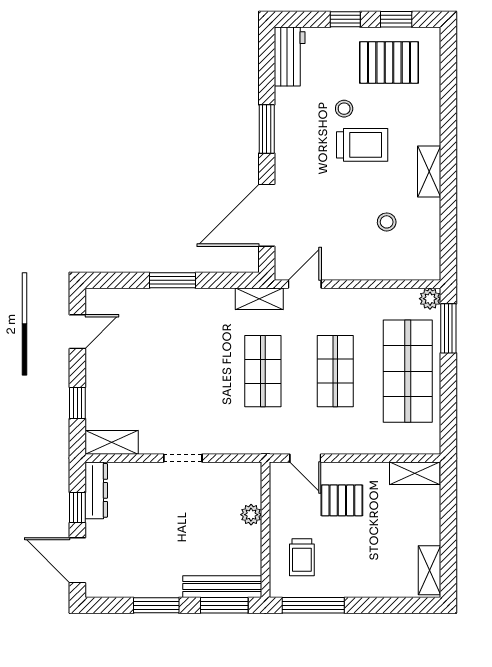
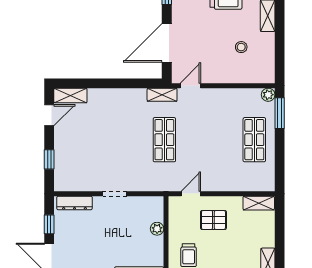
window: (172, 280) -> (108, 83), removed
shop shelf: (335, 371) -> (209, 140), removed
shop shelf: (408, 371) -> (254, 140), width x0.70, depth x0.74
shelving: (112, 442) -> (70, 95), moved
door: (305, 458) -> (191, 194), swing flipped
dresser: (96, 490) -> (75, 203), moved, turned 90

